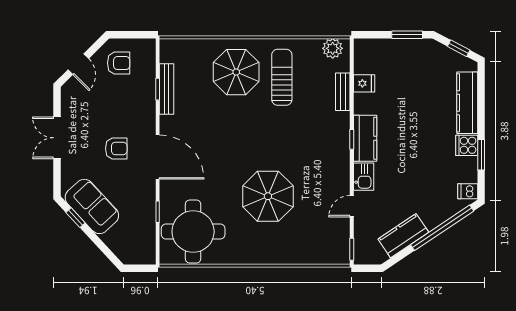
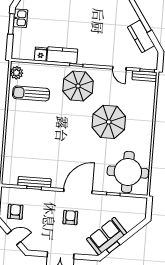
parasol: (236, 72) -> (78, 86), moved
sun lounger: (282, 77) -> (31, 93), moved
bench: (343, 92) -> (145, 76), moved
kitchen counter: (365, 138) -> (62, 55), moved
kitchen sink: (364, 177) -> (21, 18), moved, turned 90

